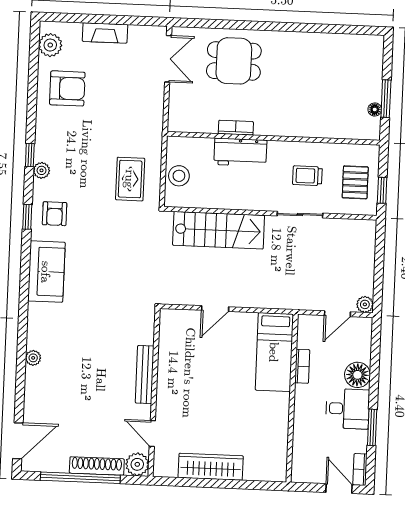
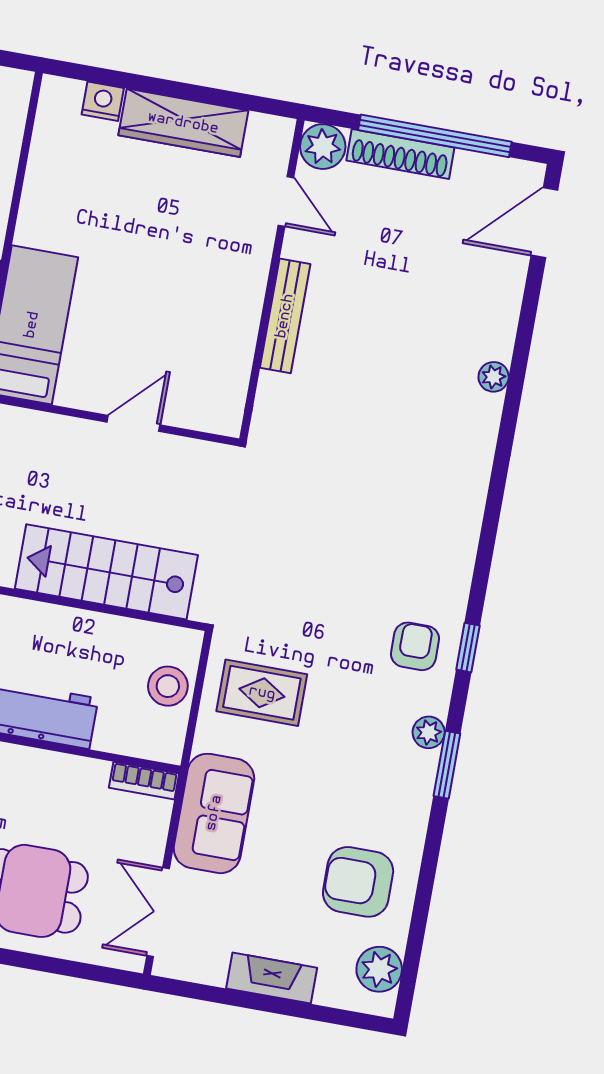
bookcase: (236, 128) -> (144, 781), moved
window: (30, 155) -> (447, 765), width x1.50
rug: (130, 179) -> (262, 693), turned 90
sofa: (46, 272) -> (214, 813), moved, turned 180
nightstand: (254, 472) -> (103, 101), added

